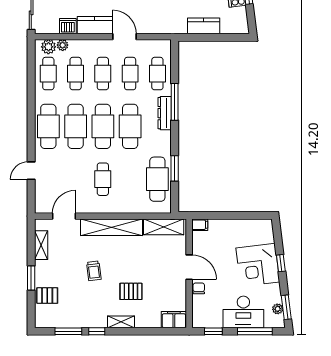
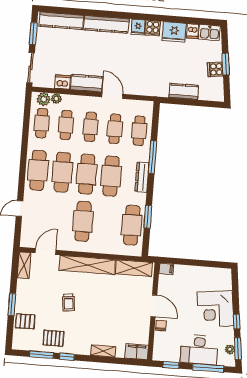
dresser: (165, 113) -> (142, 177), moved
cafe table: (103, 179) -> (83, 221), width x1.37, depth x1.35
shelving: (41, 245) -> (24, 265), moved
window: (281, 263) -> (237, 321), moved
pallet: (131, 291) -> (53, 338), moved
shelving: (121, 322) -> (103, 351), moved

